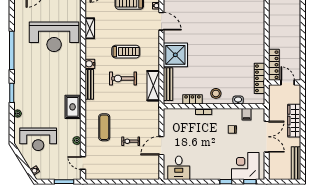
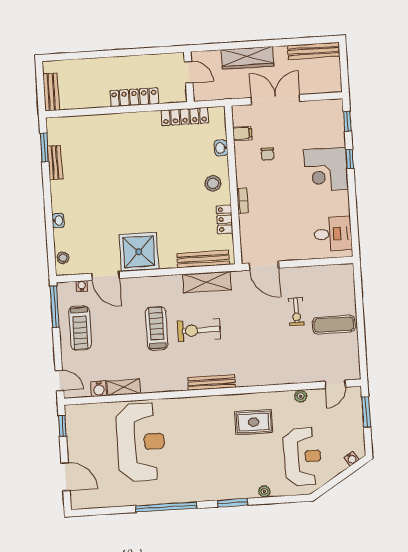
door: (161, 21) -> (106, 276), swing flipped
shower: (175, 55) -> (139, 252), moved
water cooler: (90, 64) -> (99, 389), moved
locker: (274, 65) -> (134, 97), moved
exercise bike: (123, 78) -> (199, 330), turned 90
door: (288, 83) -> (189, 72), swing flipped
rug: (73, 107) -> (254, 422), moved
exercise mat: (104, 127) -> (334, 325), moved
door: (161, 146) -> (264, 266), moved
corner desk: (245, 166) -> (326, 170), moved

